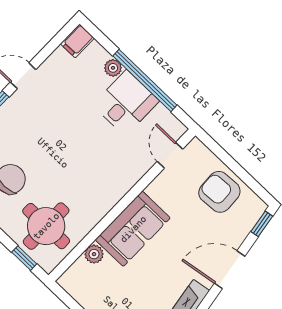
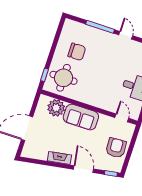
door: (170, 155) -> (122, 118), hinge flipped
plant: (94, 254) -> (56, 108), width x1.87, depth x1.87

